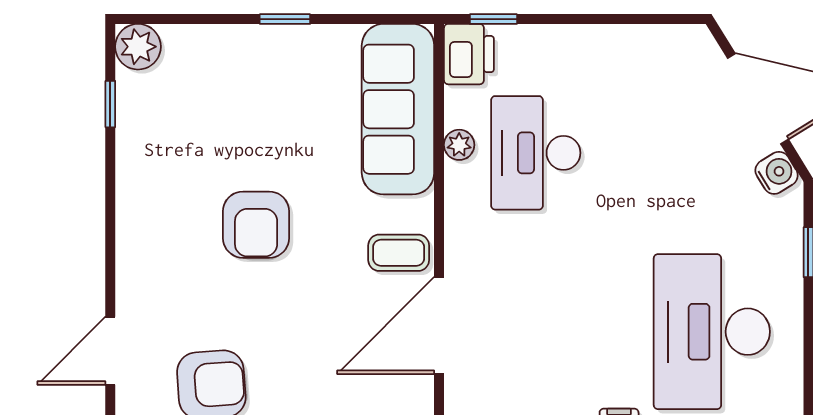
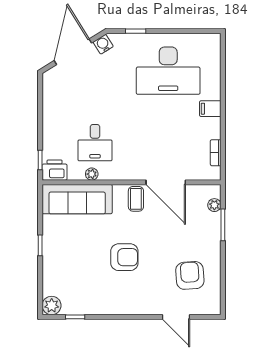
desk: (536, 153) -> (95, 143), width x0.73

